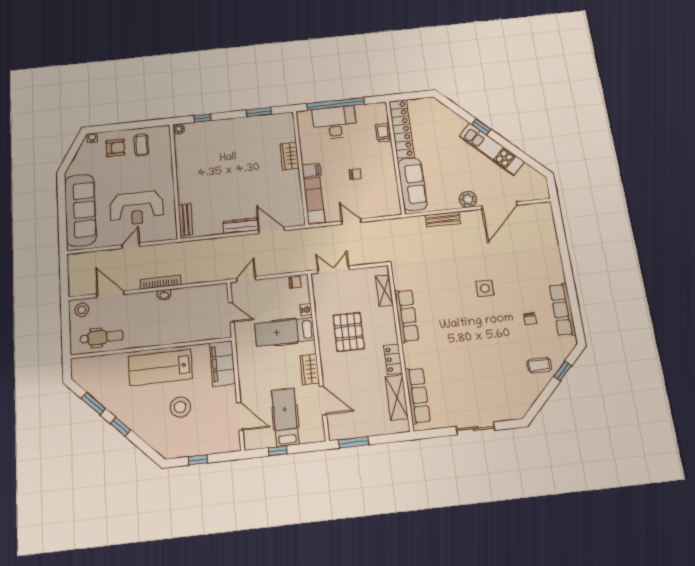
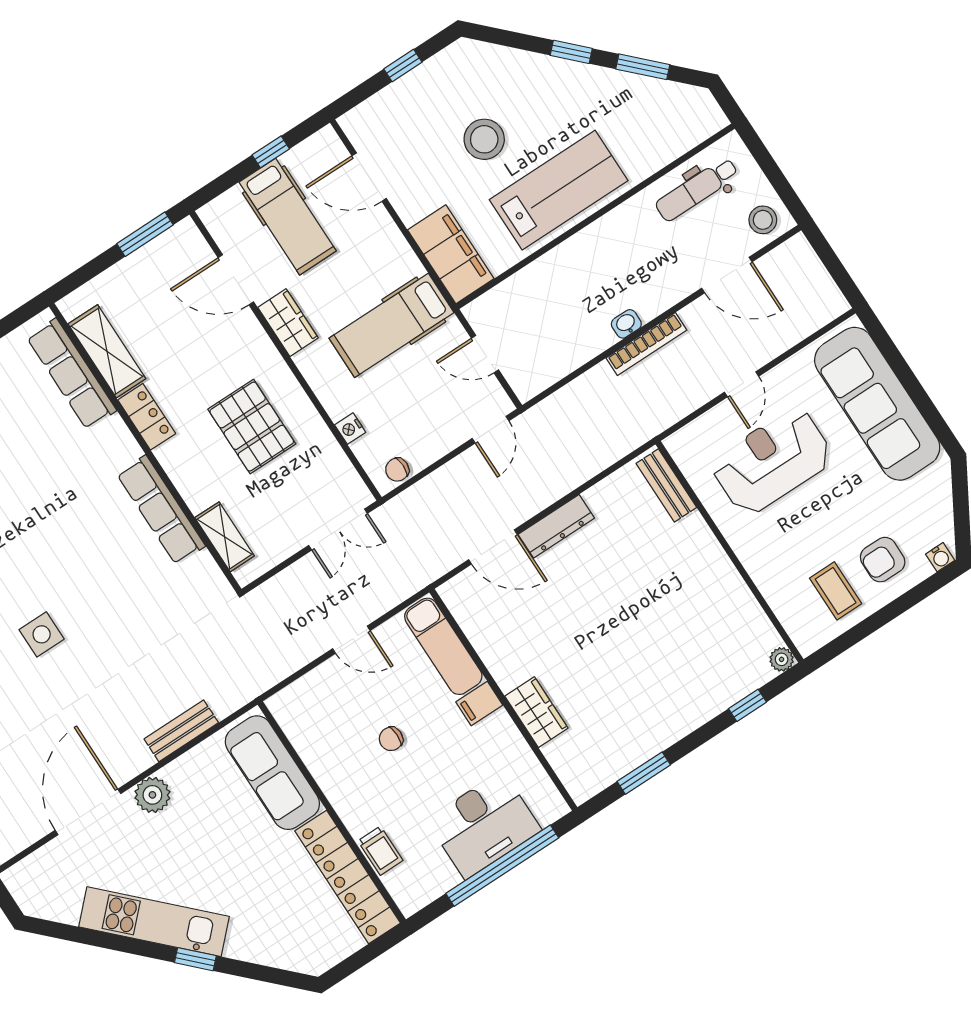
hospital bed: (285, 332) -> (391, 325), moved, turned 180

